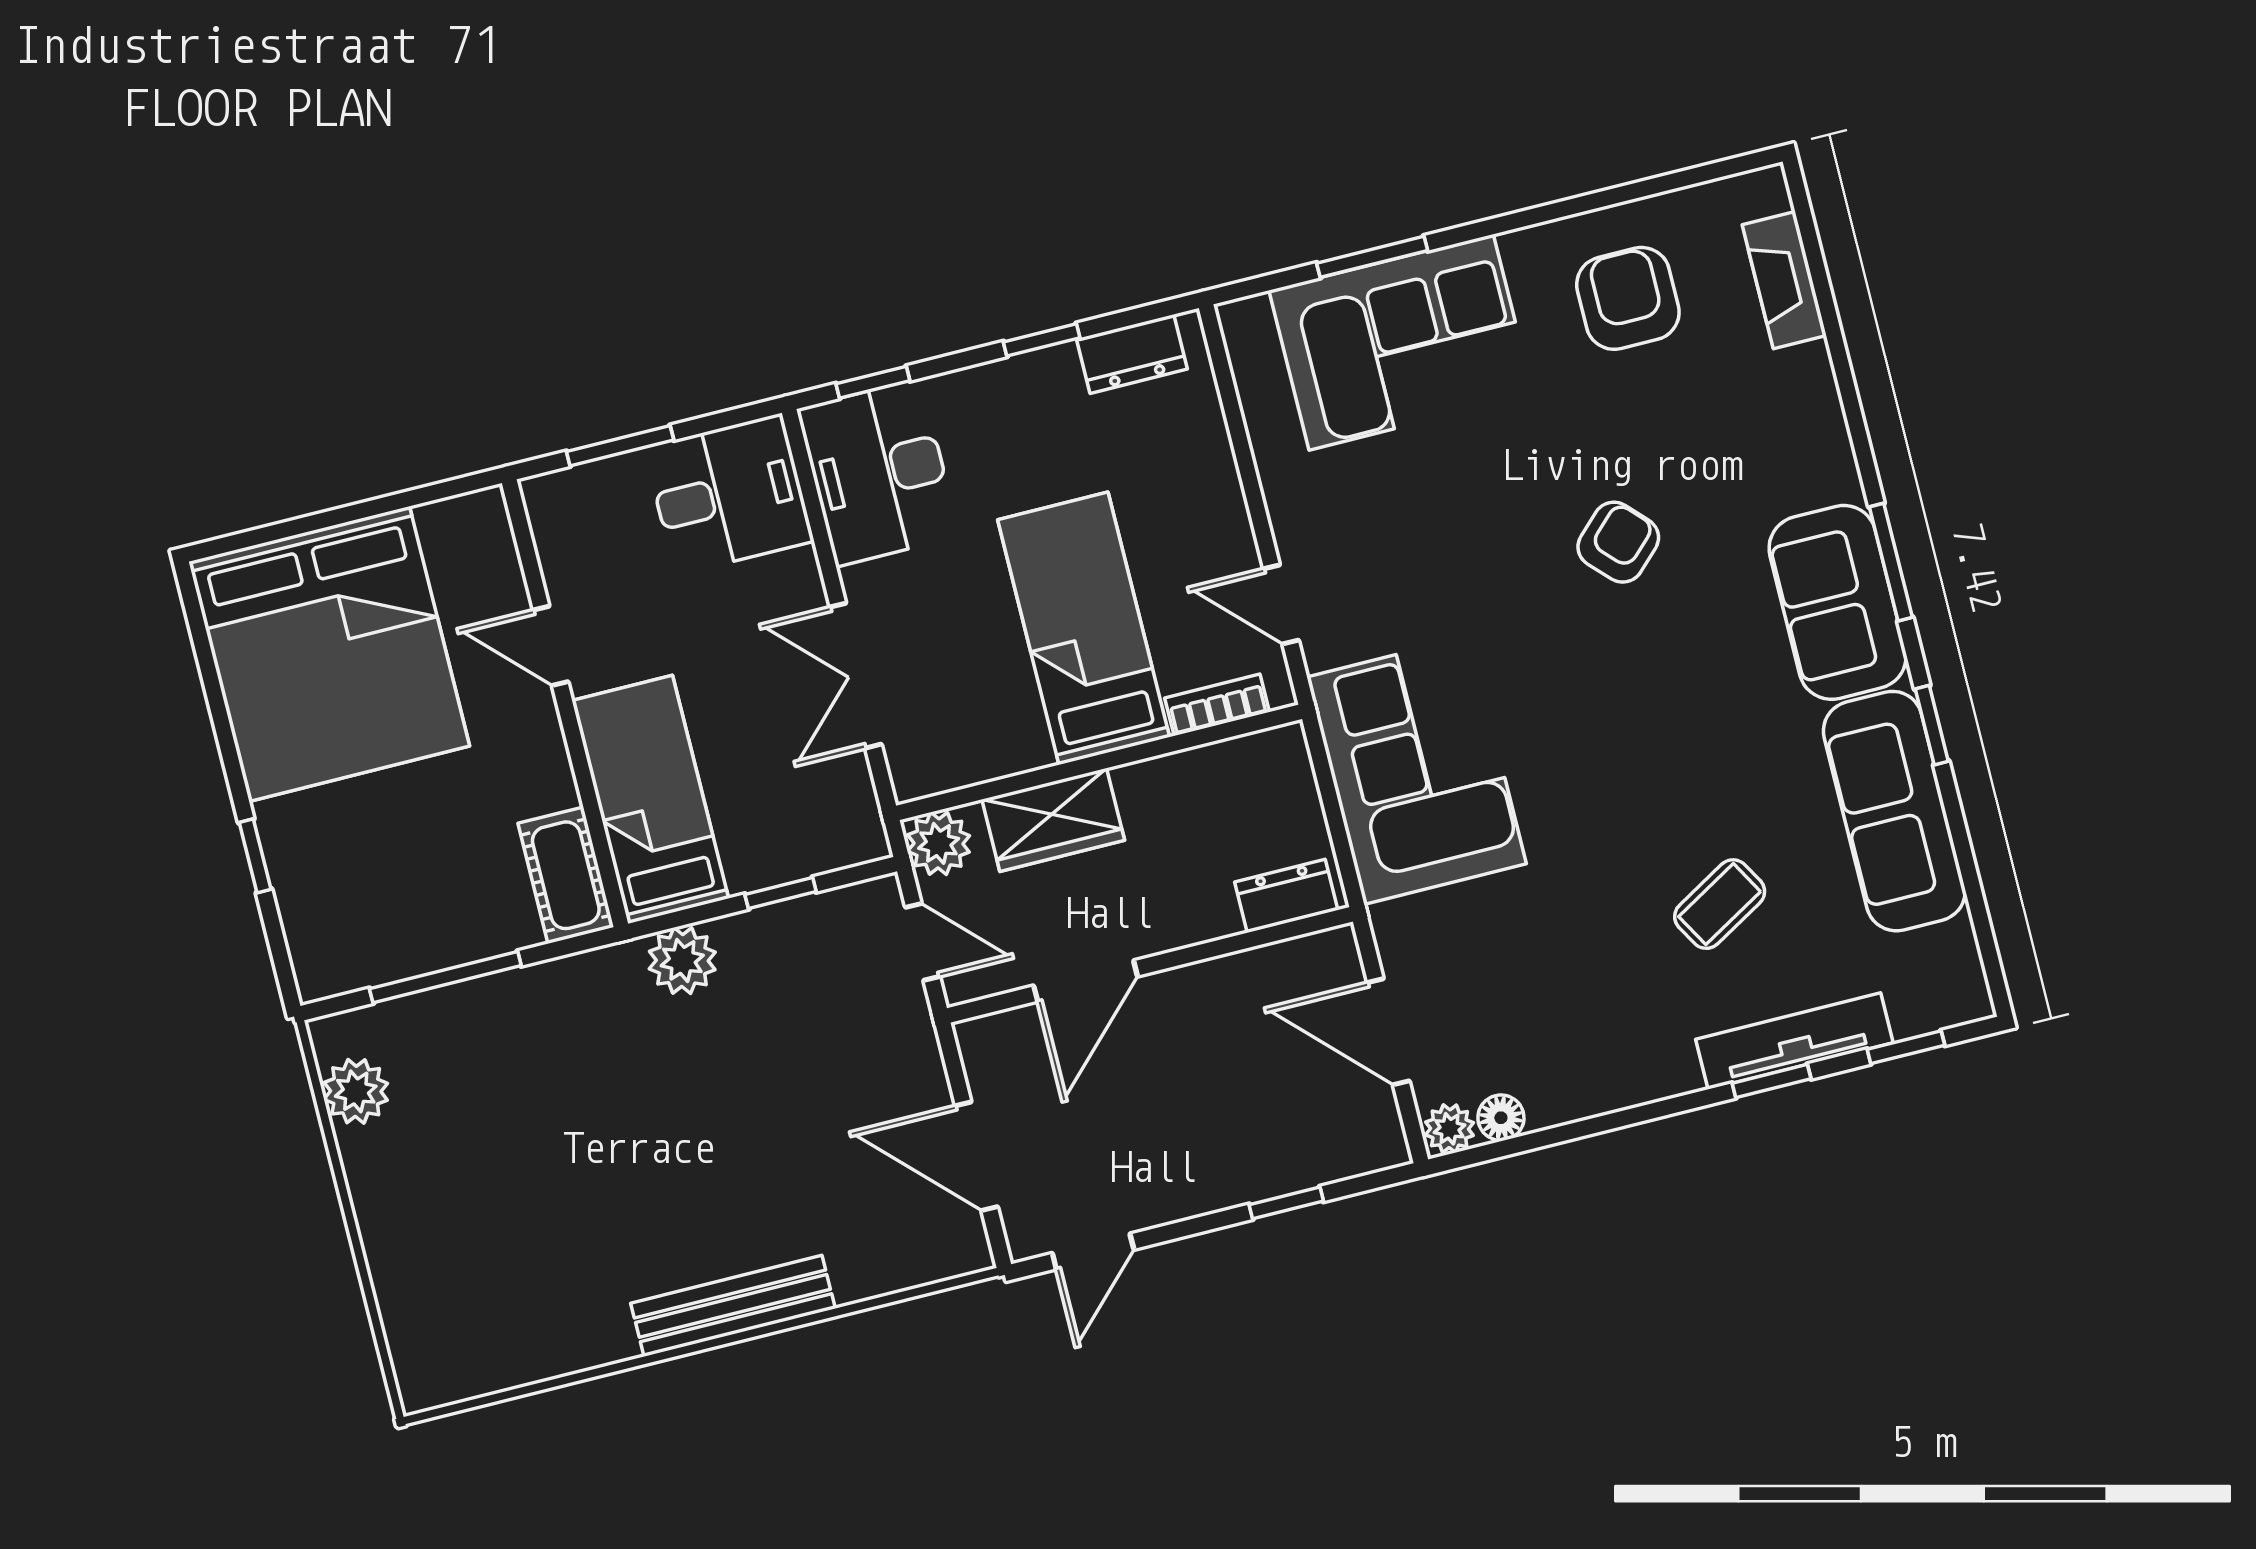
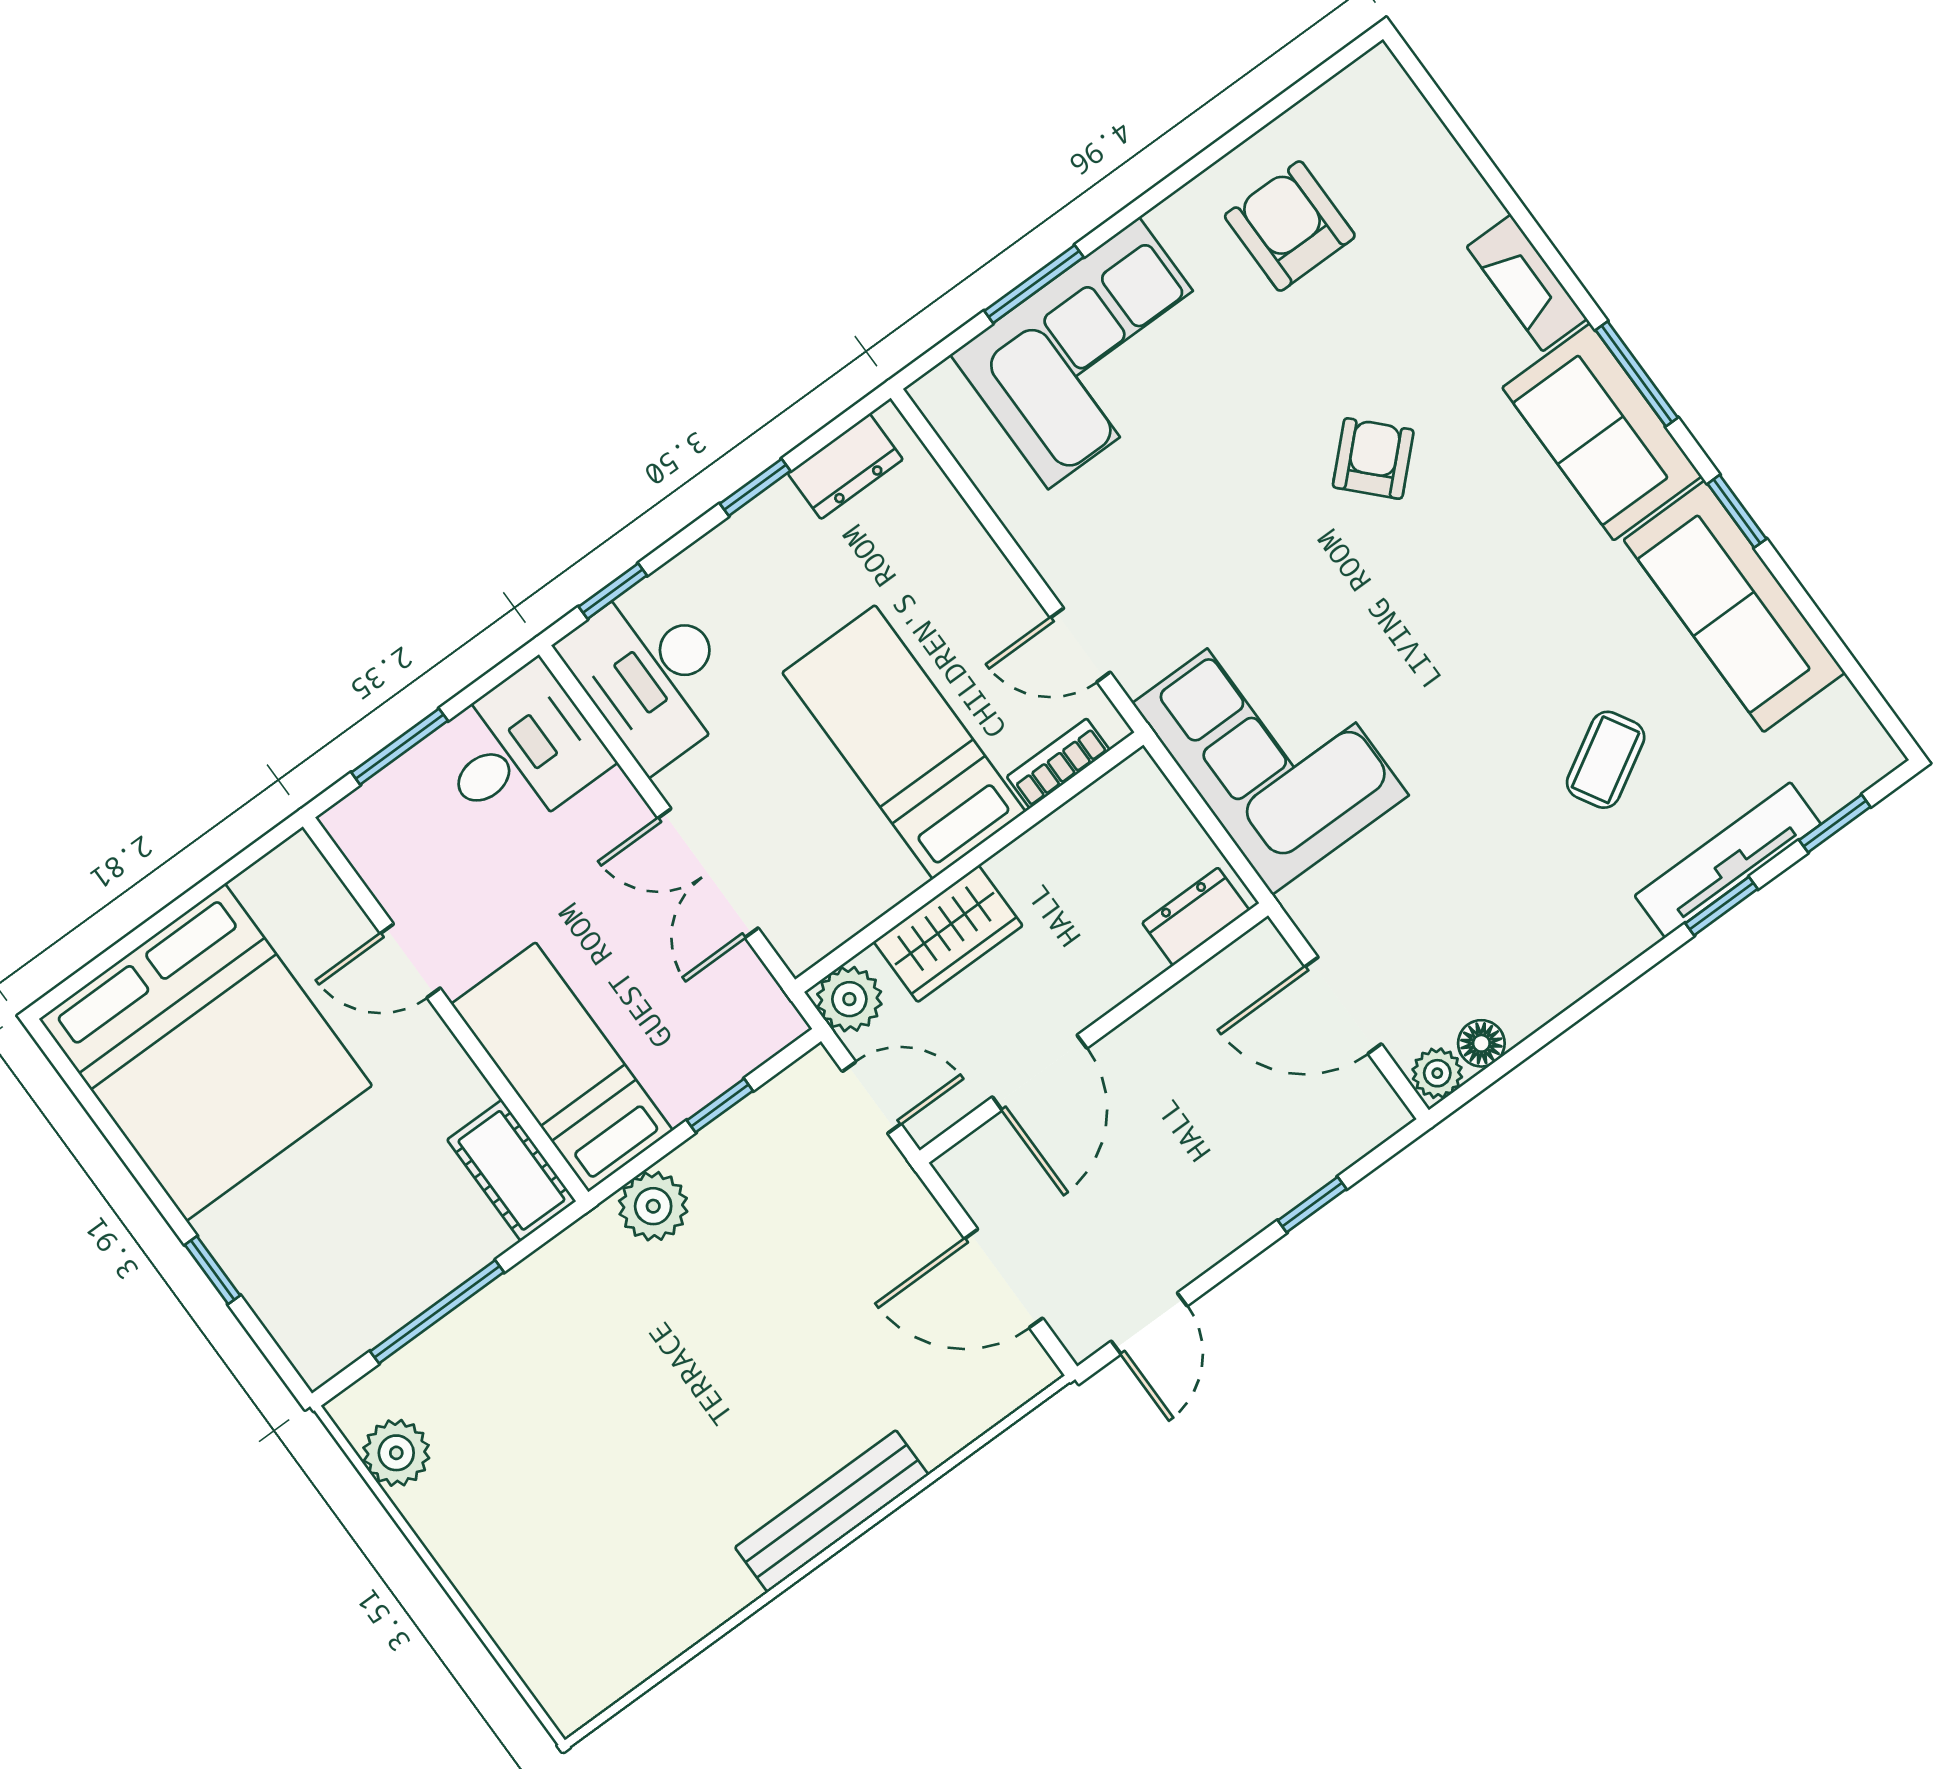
fireplace: (1784, 280) -> (1527, 283), moved

